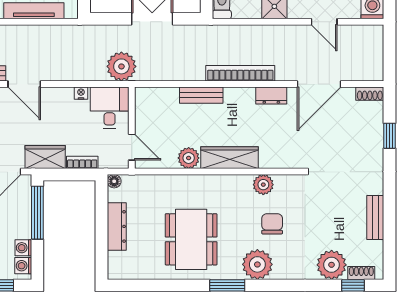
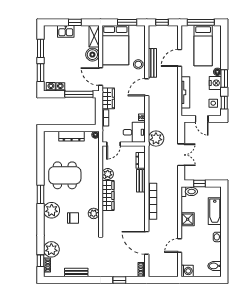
dresser: (271, 96) -> (141, 160), moved

